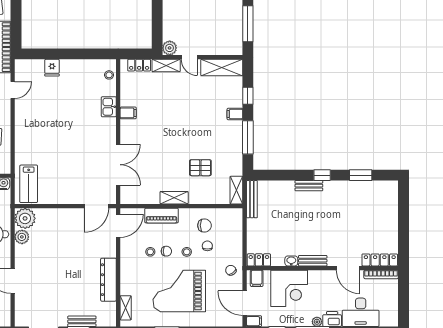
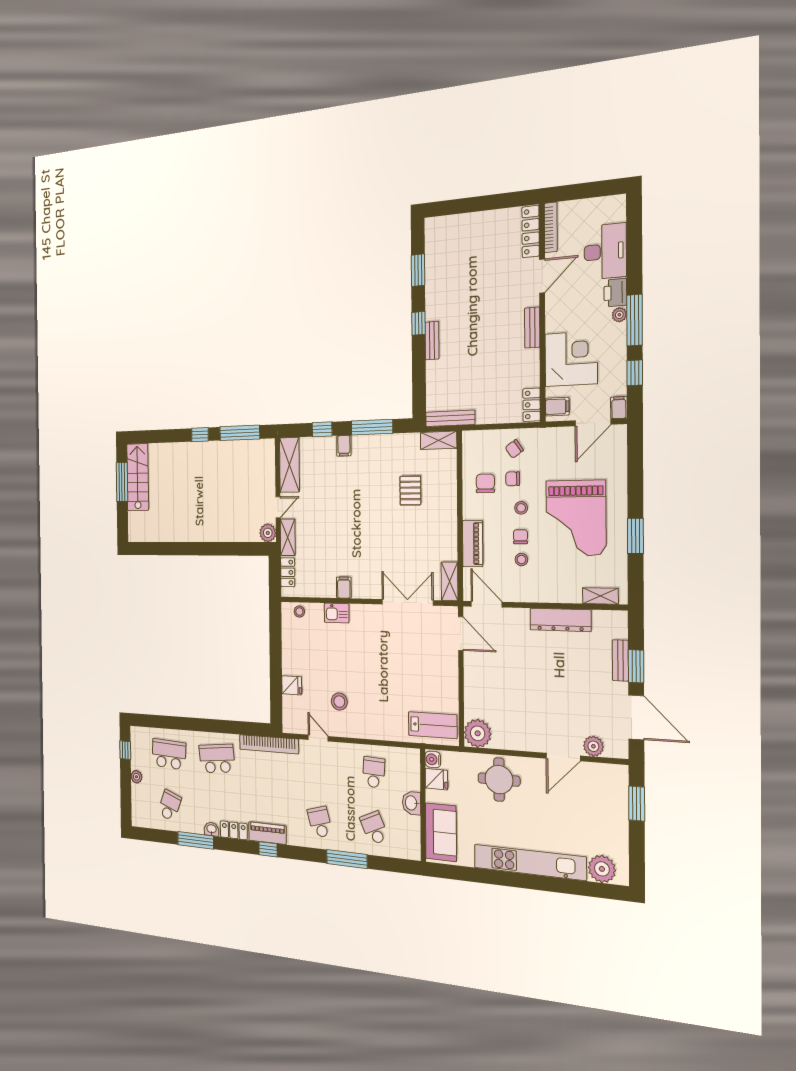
stool: (42, 108) -> (339, 702), added
shelving: (174, 198) -> (450, 581), moved
plant: (22, 237) -> (593, 746), moved
washbasin: (291, 261) -> (533, 358), removed
chair: (231, 270) -> (514, 449), moved

